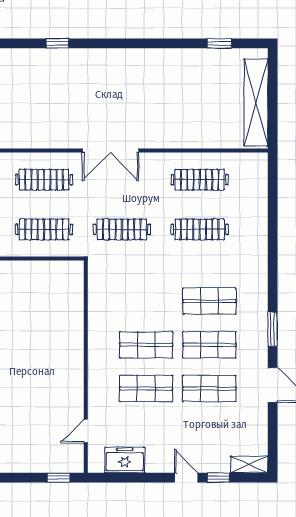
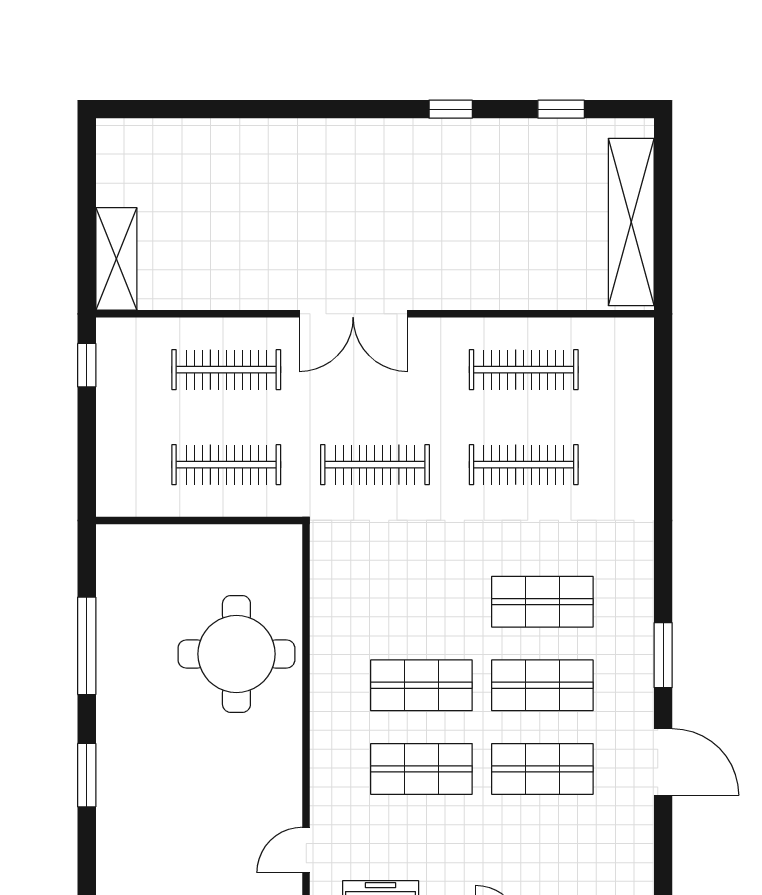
window: (57, 43) -> (451, 109), moved
round table: (49, 328) -> (236, 654), added

